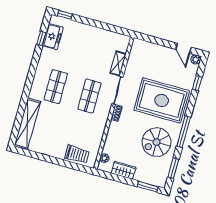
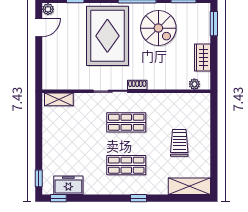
window: (41, 39) -> (58, 198), moved
shelving: (118, 63) -> (59, 99), moved
window: (27, 89) -> (138, 198), added
shelving: (27, 124) -> (189, 186), width x0.68
trolley: (77, 154) -> (179, 143), moved

